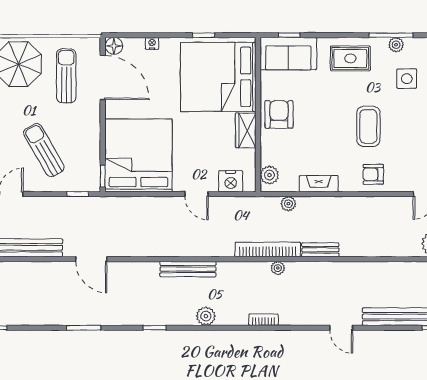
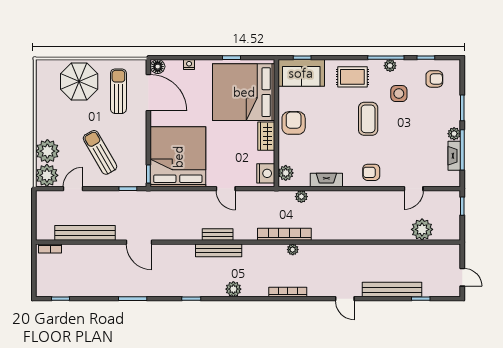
coffee table: (368, 126) -> (368, 119), moved
nightstand: (231, 181) -> (266, 173), moved, turned -90
bench: (320, 250) -> (218, 235), moved
bookcase: (264, 320) -> (288, 292), width x1.56

